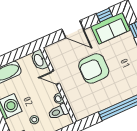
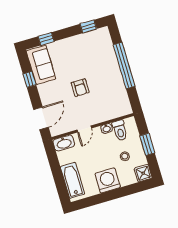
window: (104, 15) -> (30, 79), moved
door: (73, 29) -> (41, 118), moved
armchair: (94, 68) -> (80, 88), width x0.53, depth x0.53

